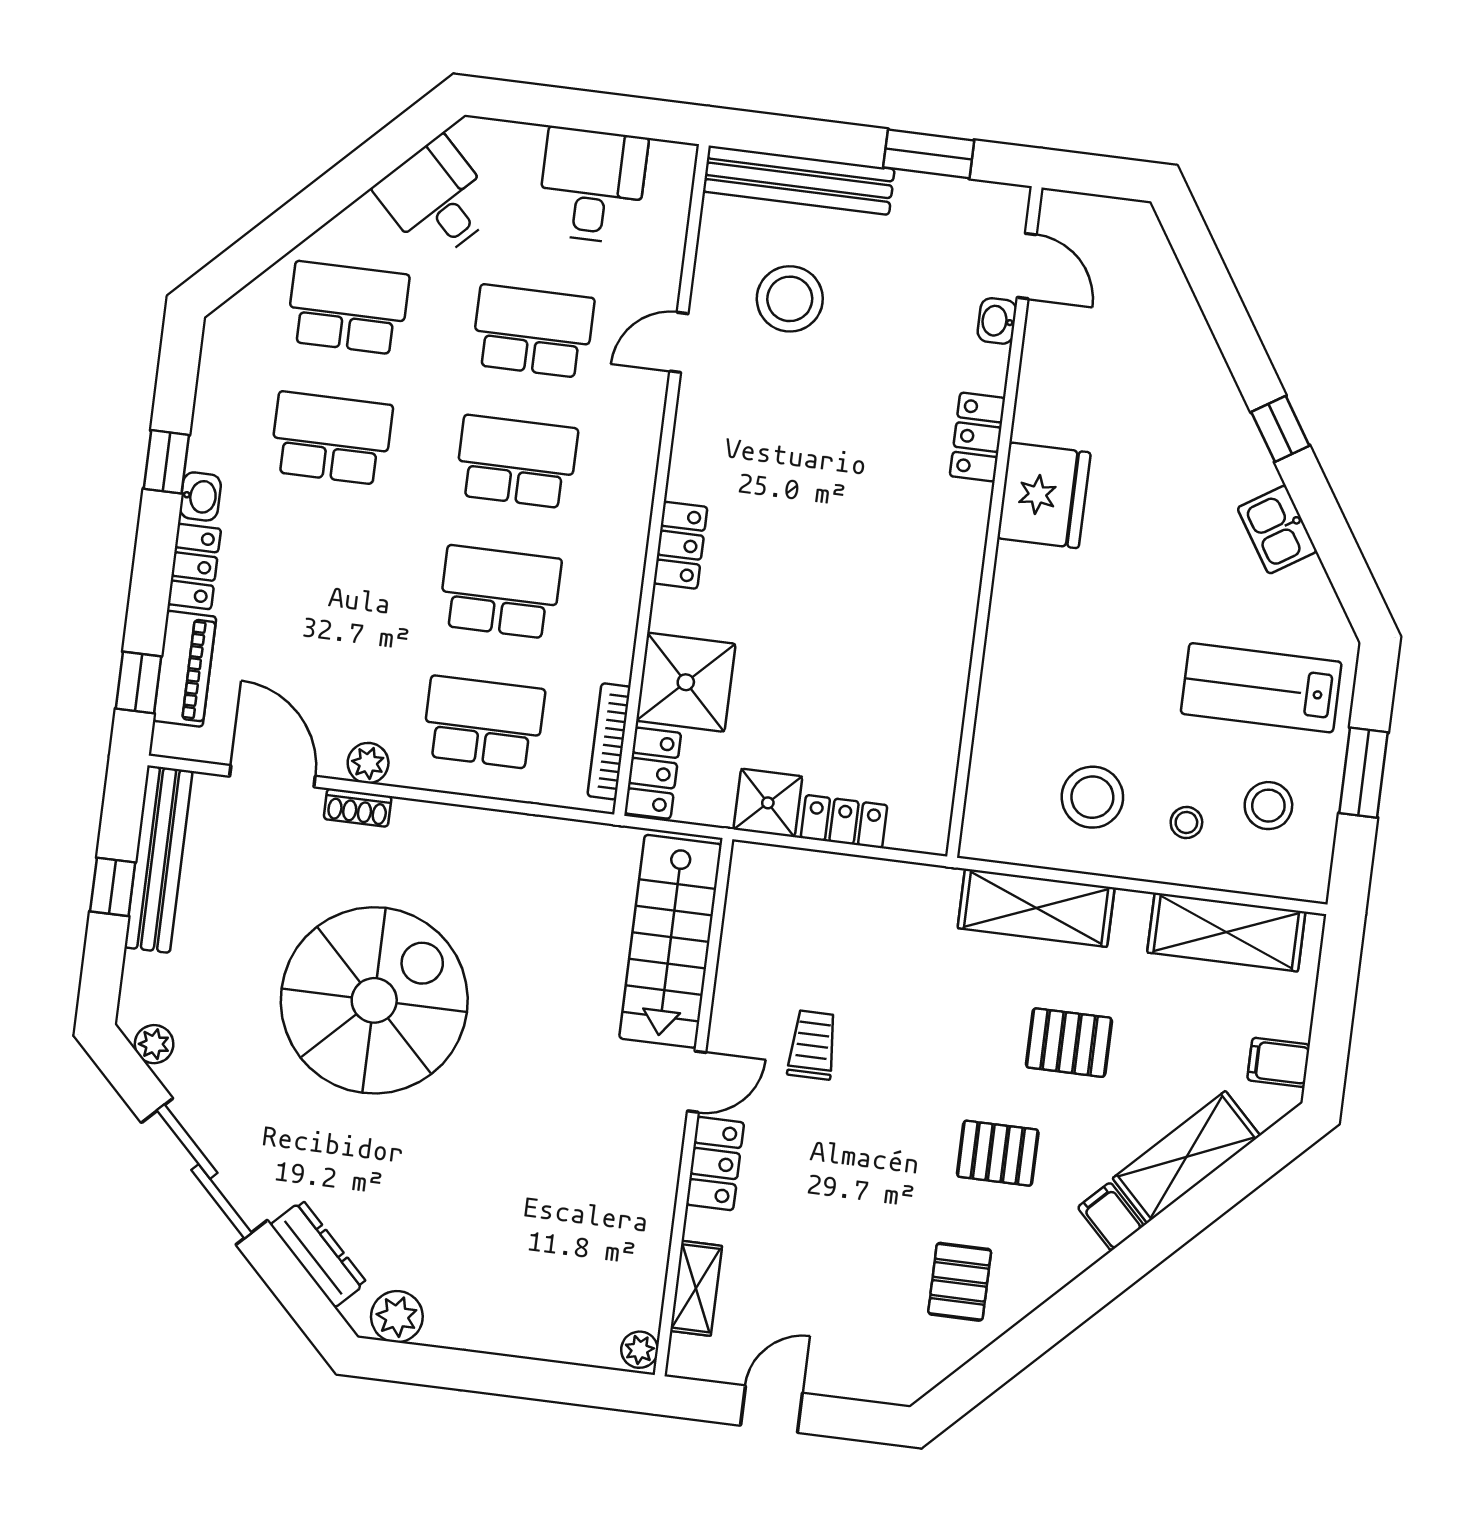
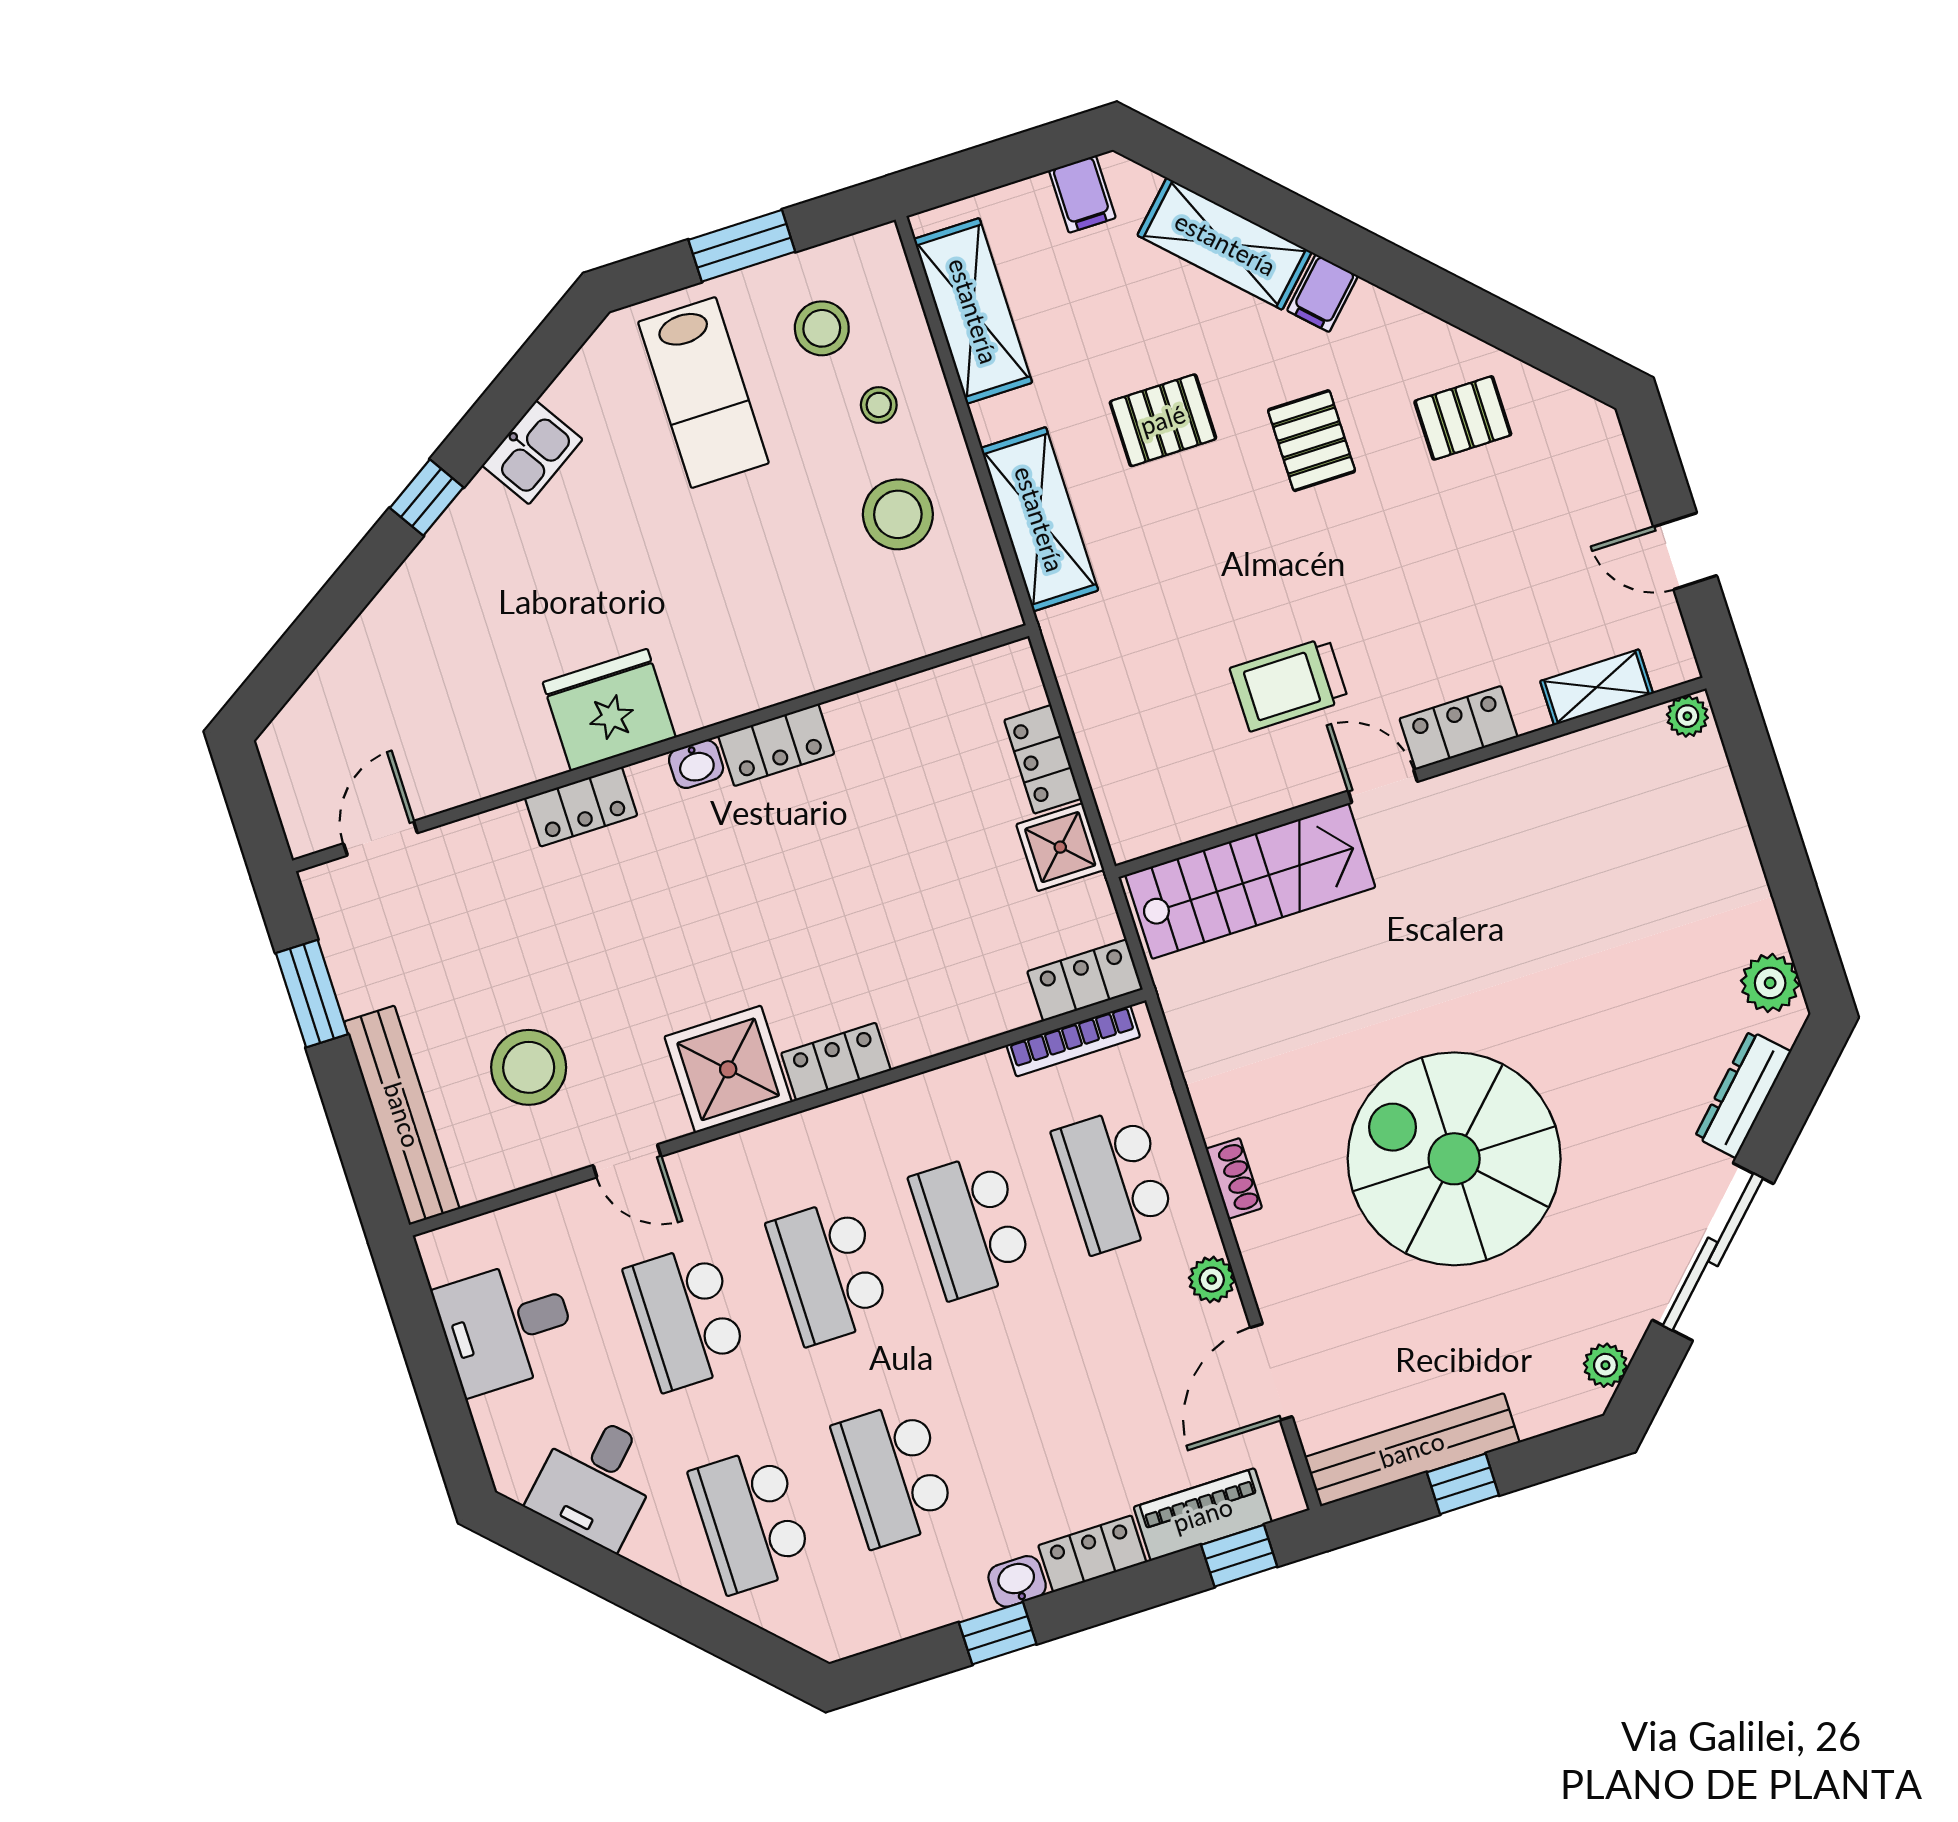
washbasin: (997, 321) -> (696, 764), moved
locker: (954, 615) -> (776, 745), added
shower: (686, 682) -> (728, 1069), moved
shoe rack: (358, 808) -> (1234, 1178), moved
pallet: (1069, 1043) -> (1163, 420), turned 90
trolley: (812, 1045) -> (1289, 684), width x1.36, depth x1.39

